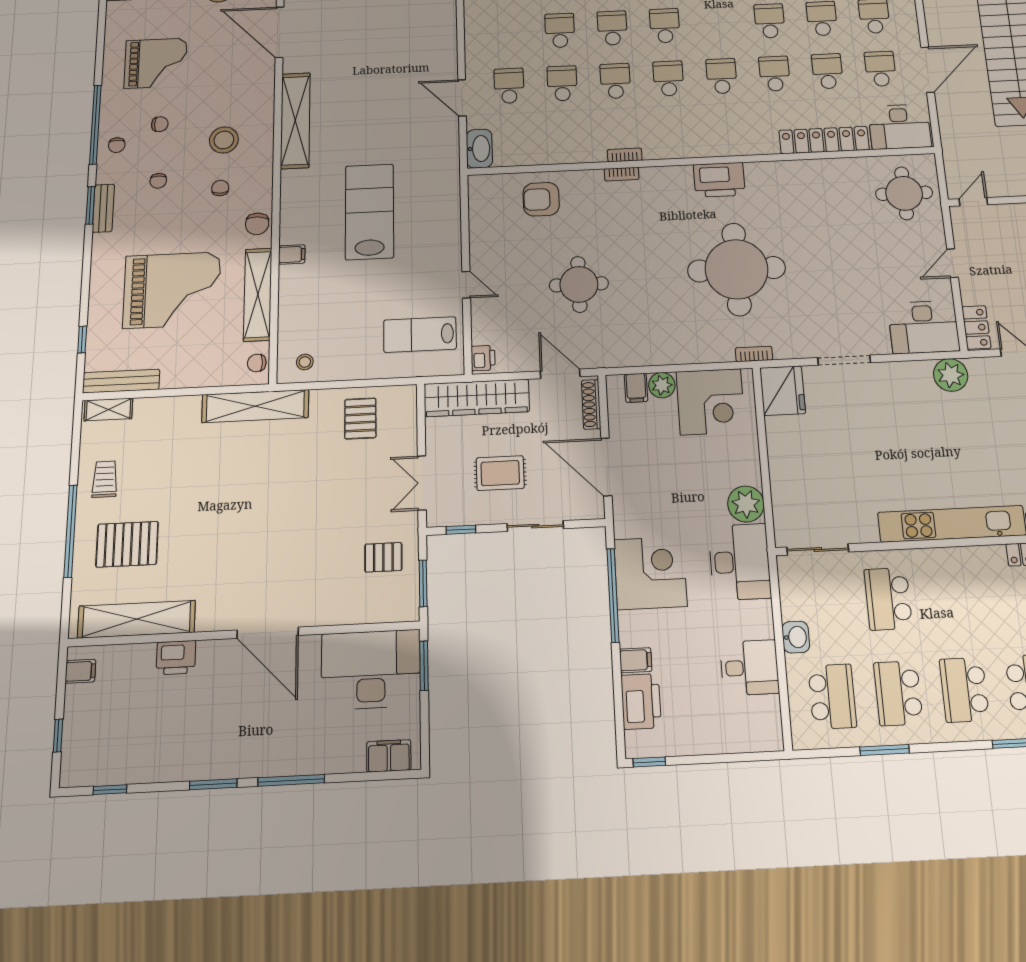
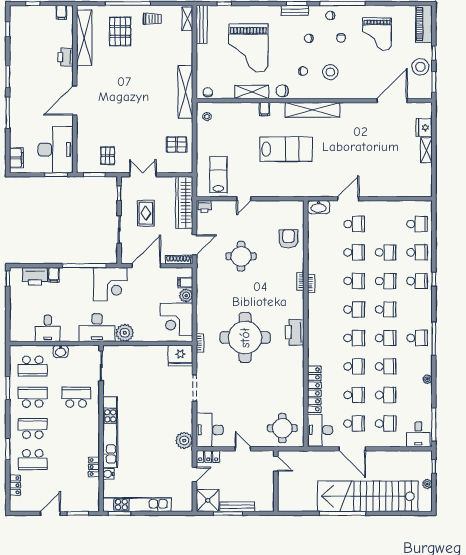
school desk: (717, 23) -> (386, 338), added
shelving: (295, 120) -> (313, 110), moved
shelving: (258, 294) -> (252, 92), width x0.68
corner desk: (650, 573) -> (110, 284), moved

